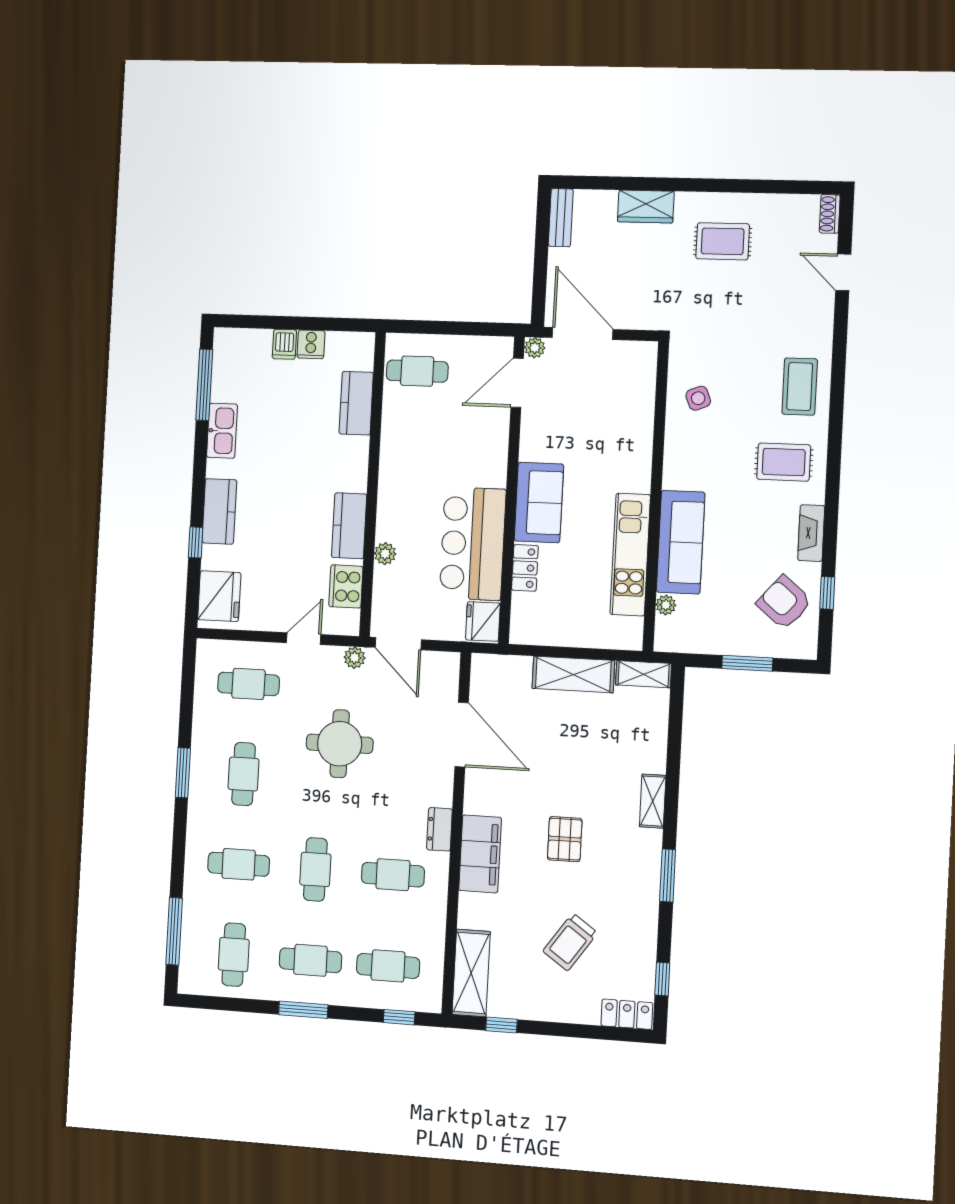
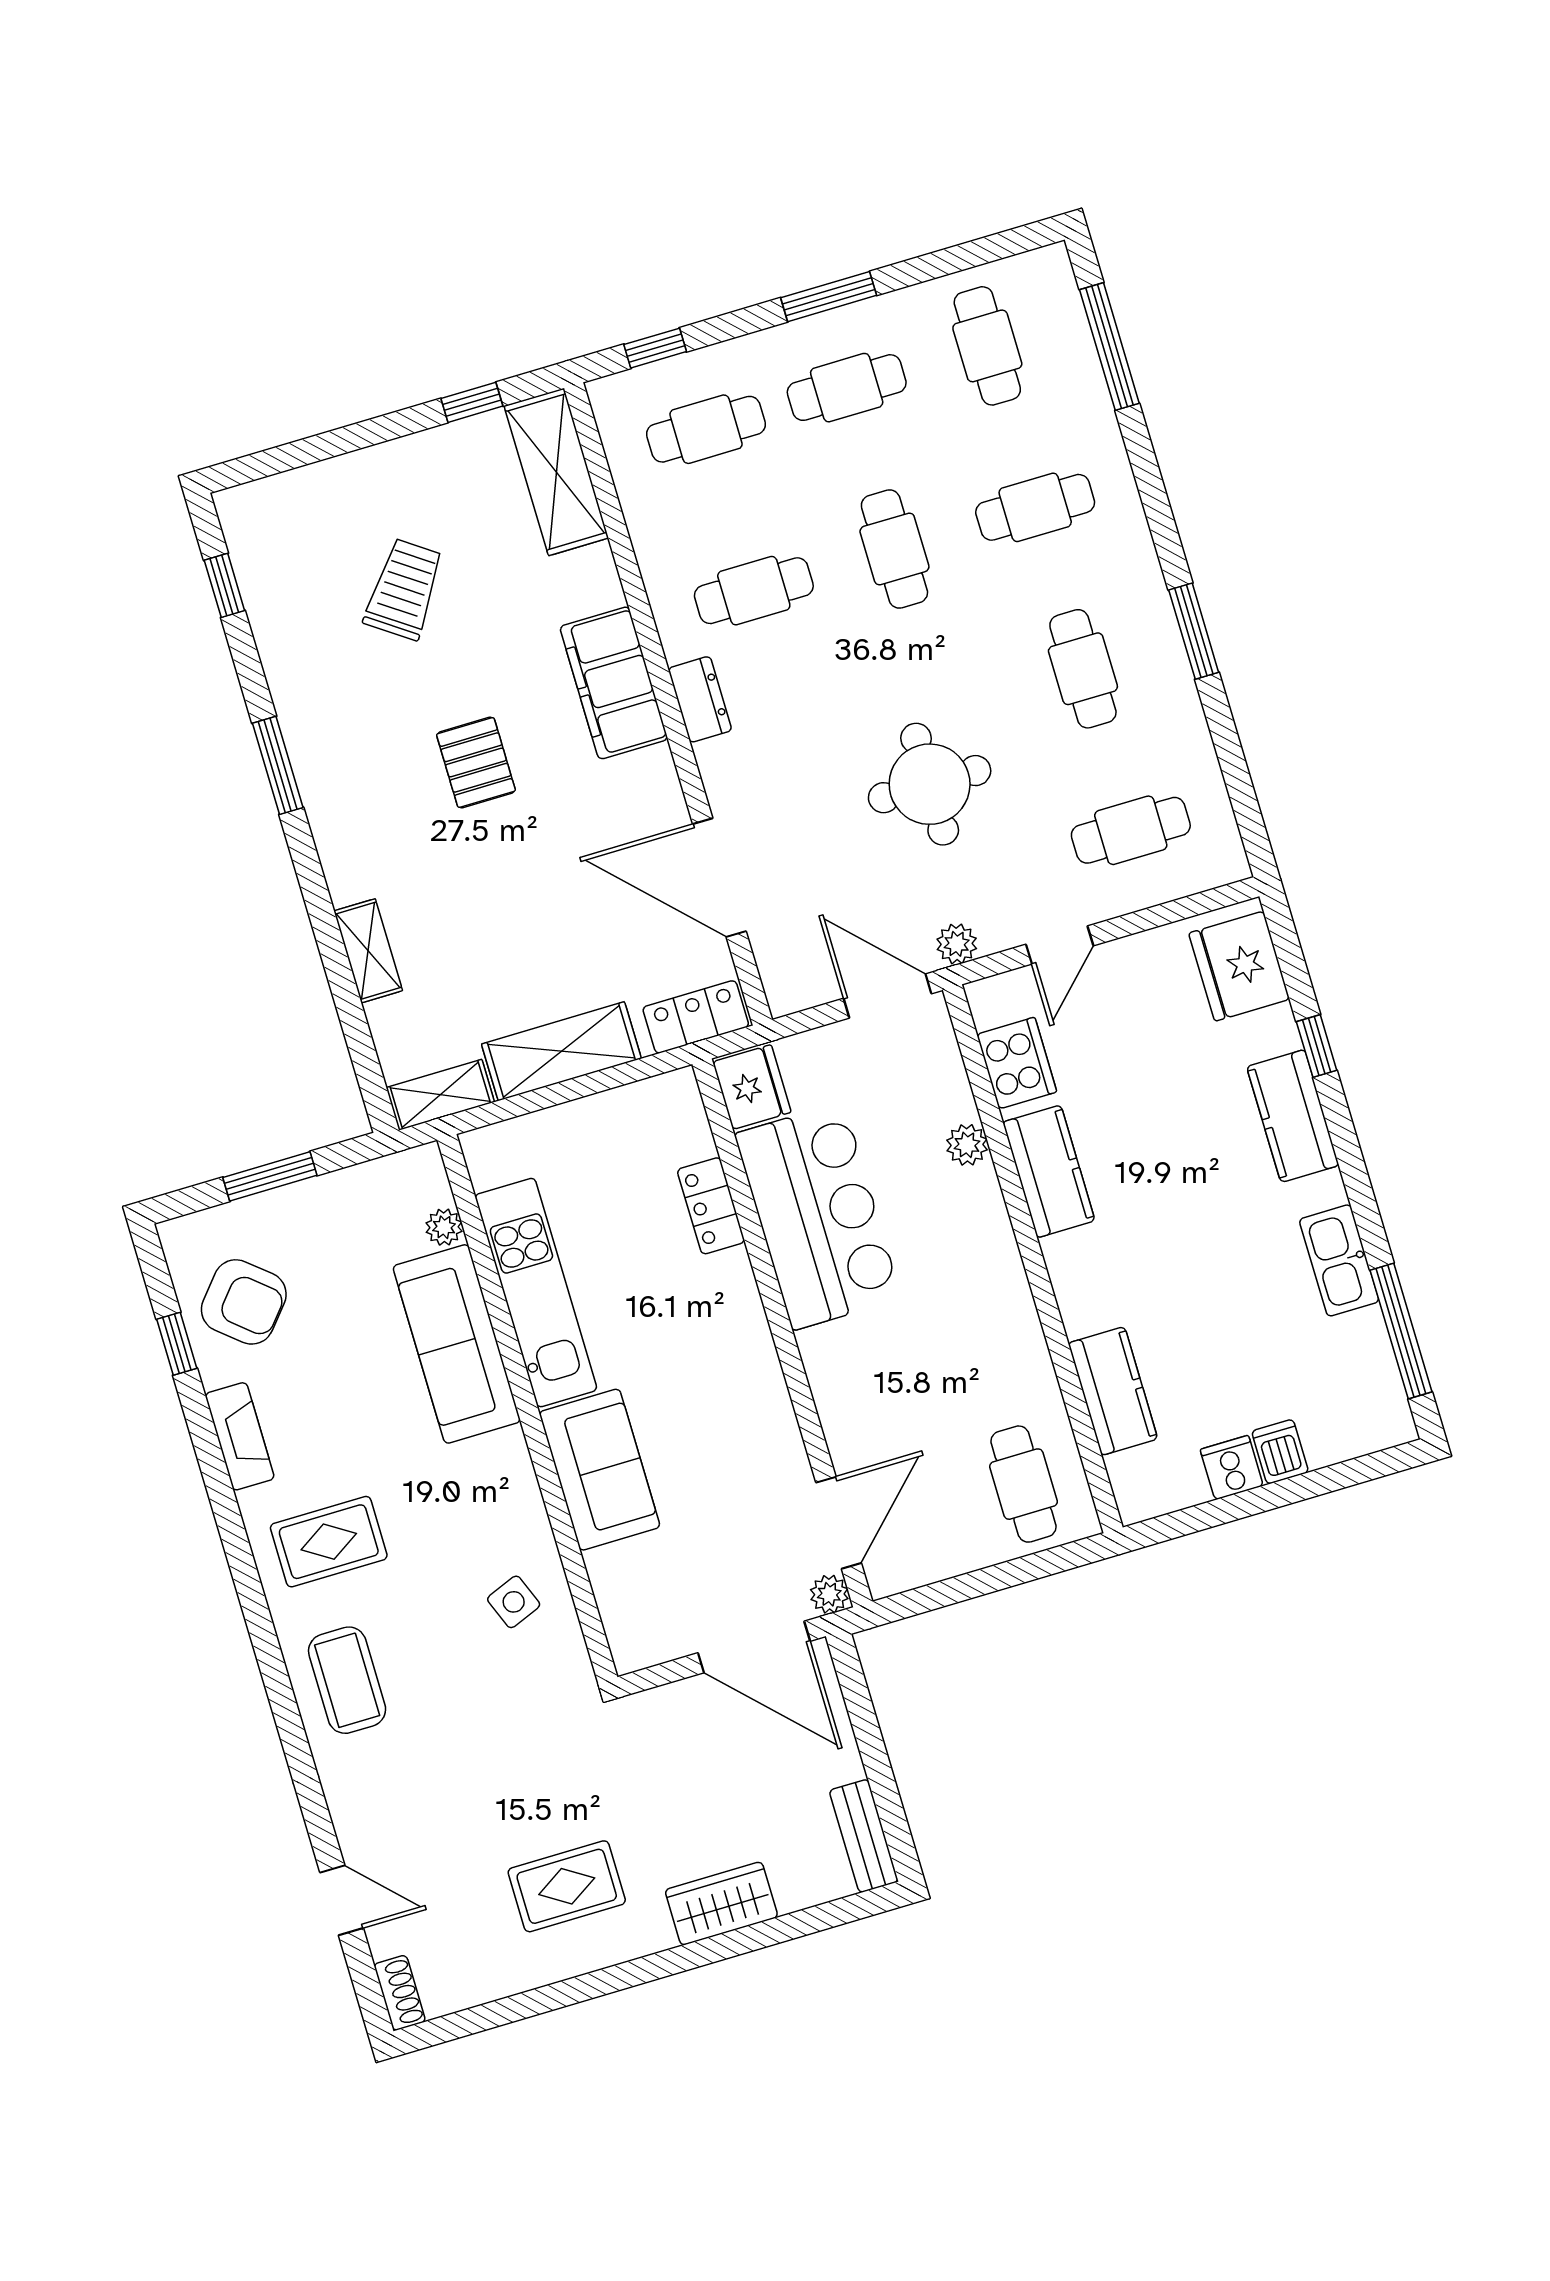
cafe table: (417, 371) -> (1024, 1484), turned 90
sofa: (539, 502) -> (600, 1470), moved, turned 180
shelving: (653, 801) -> (368, 951), moved
locker: (627, 1014) -> (696, 1017), moved, turned 180

